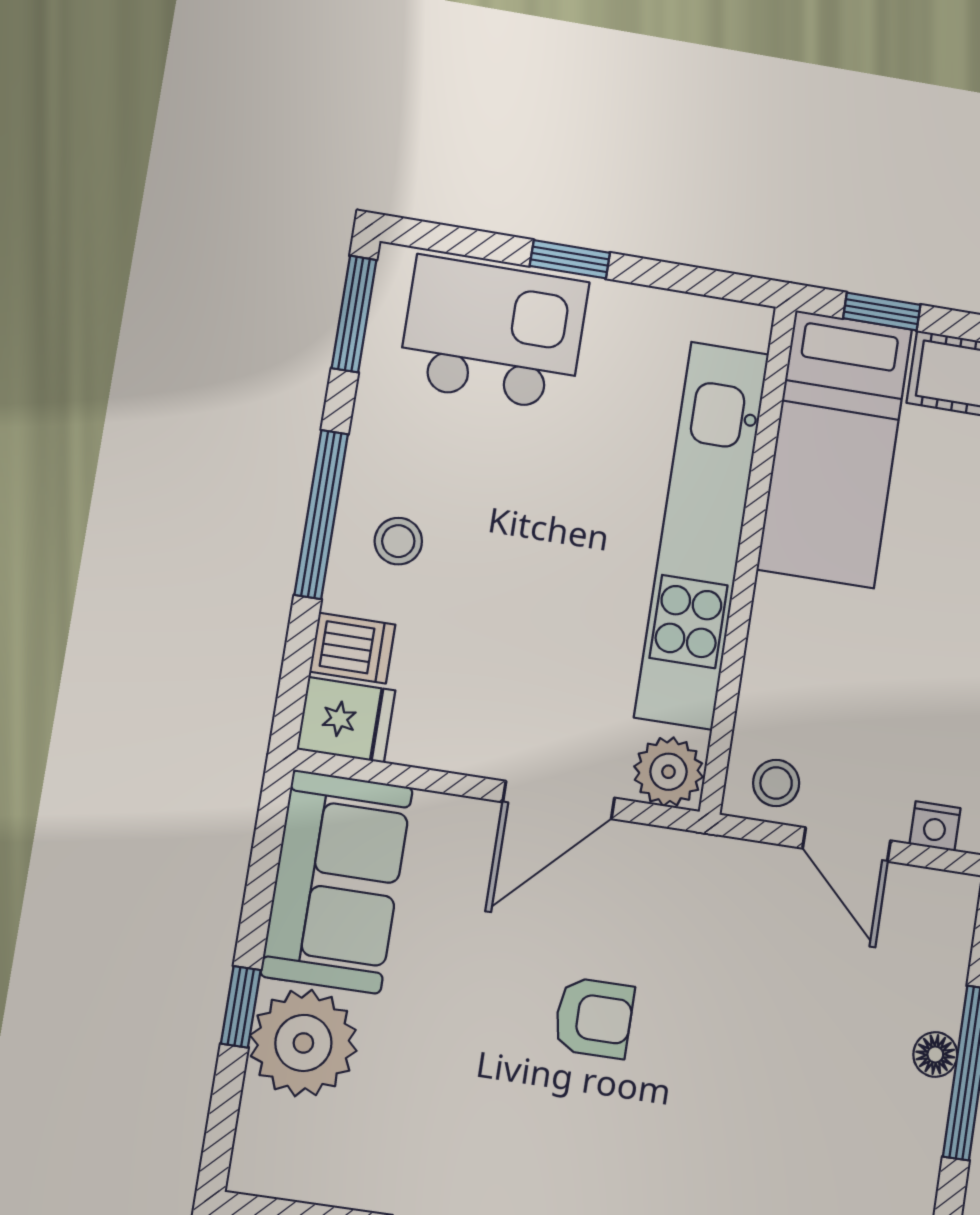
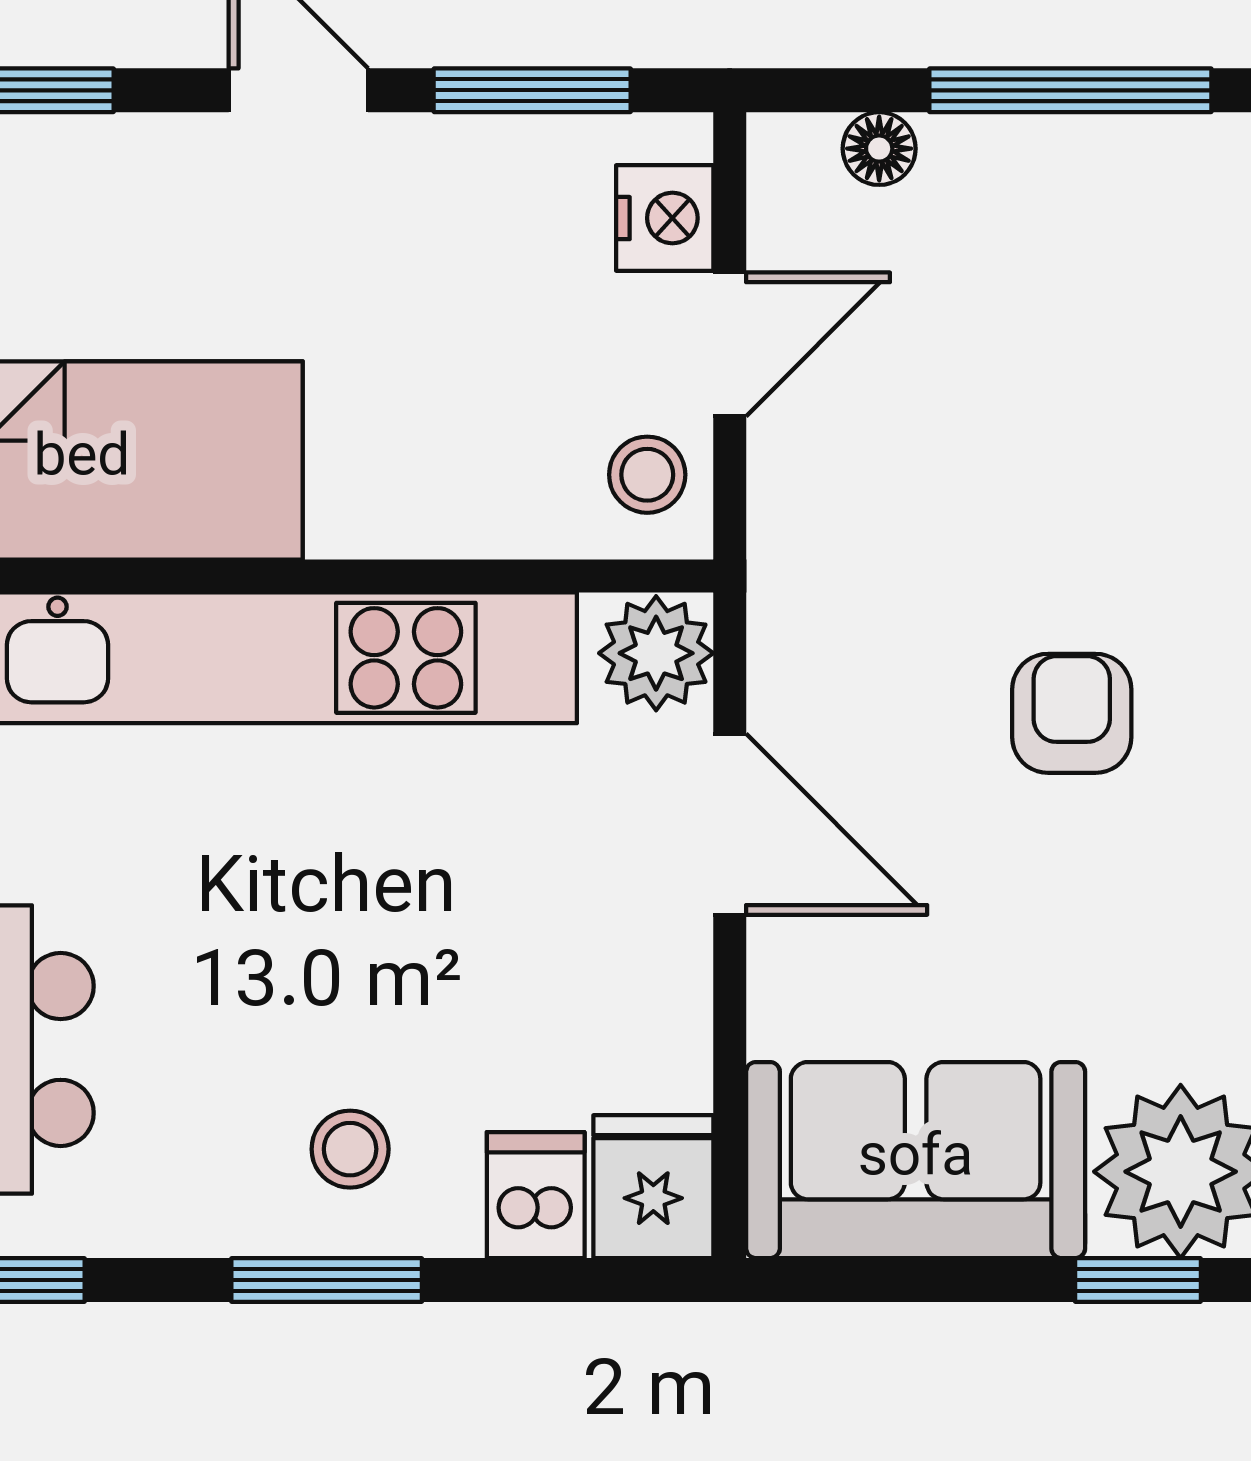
window: (321, 514) -> (327, 1280), width x0.69
nightstand: (935, 826) -> (665, 218), width x1.39, depth x1.35
floor lamp: (935, 1054) -> (879, 149), moved

